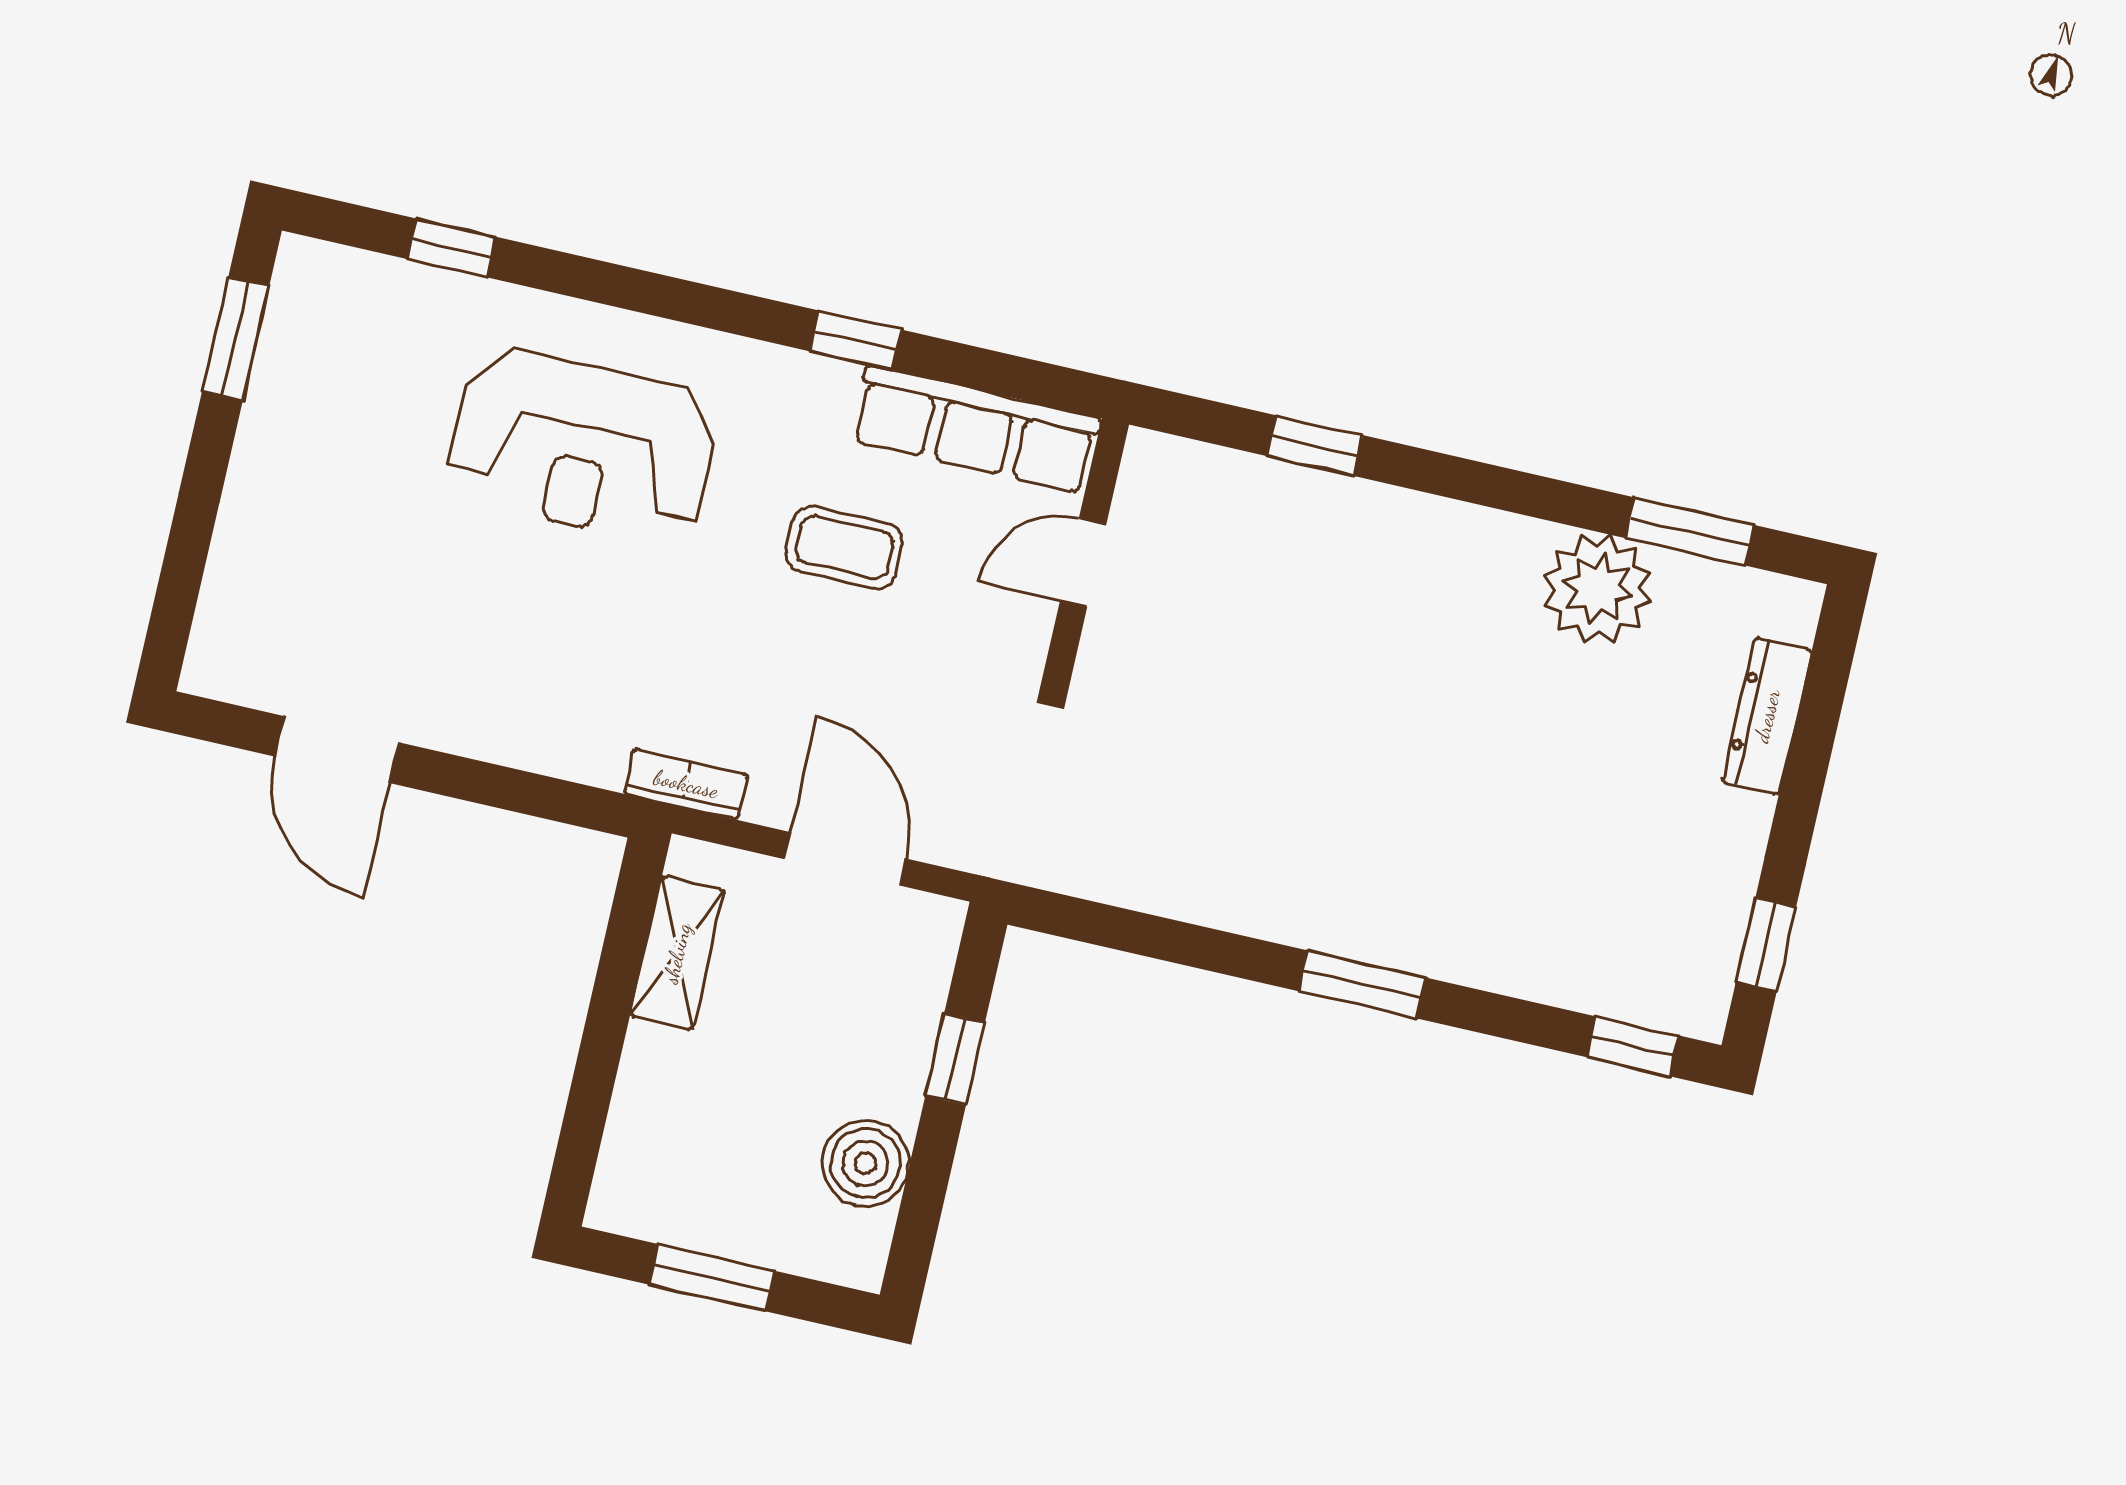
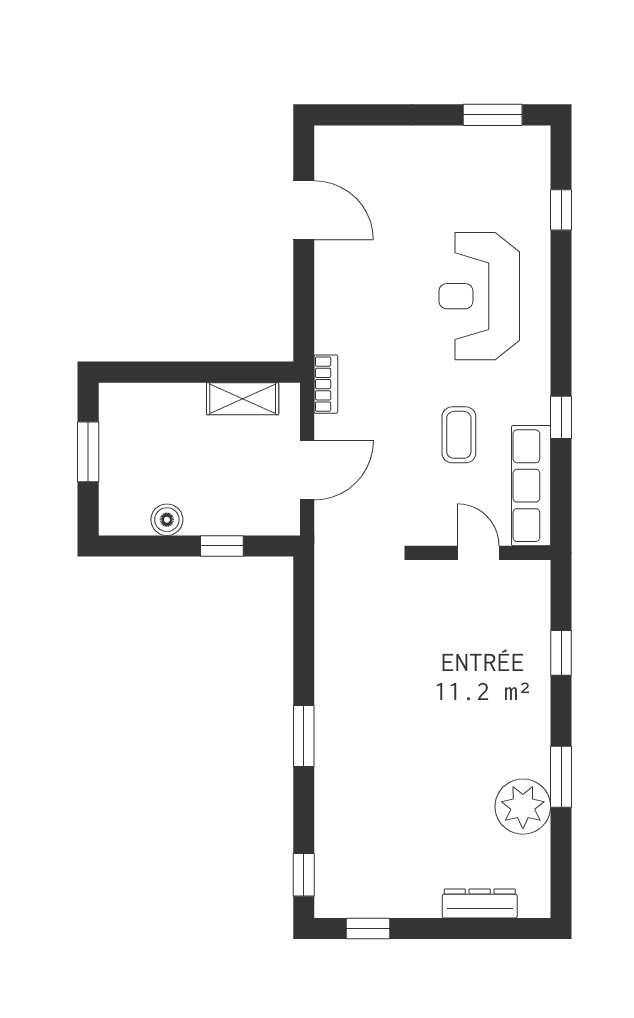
window: (1689, 531) -> (561, 777), moved
door: (337, 750) -> (304, 210), swing flipped
boiler: (865, 1163) -> (167, 520), width x0.73, depth x0.73

